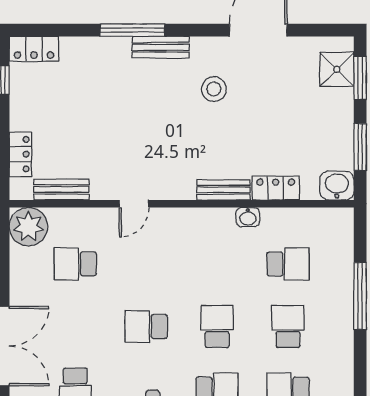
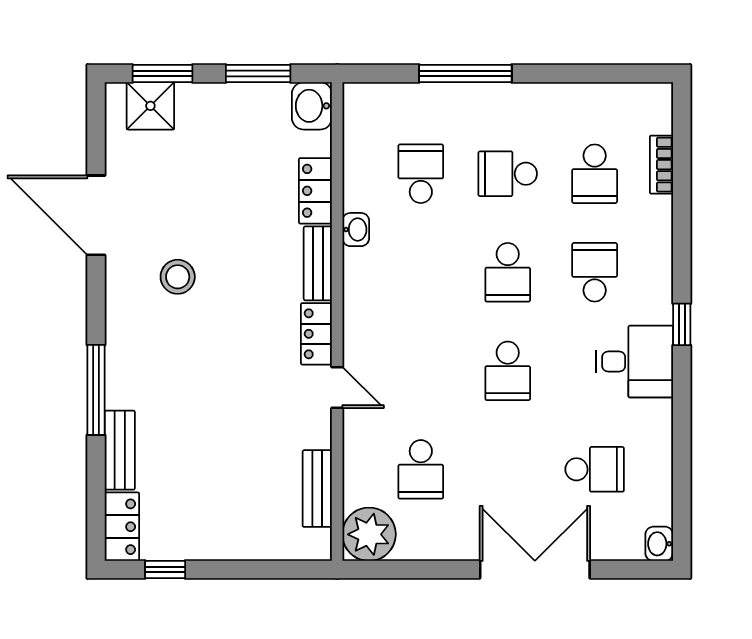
bench: (161, 47) -> (120, 450), moved
locker: (20, 154) -> (316, 334), moved, turned -90
school desk: (217, 326) -> (508, 272), turned -90

